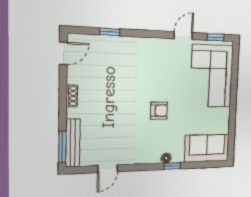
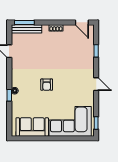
door: (183, 36) -> (96, 84), moved
sofa: (207, 148) -> (32, 127), moved, turned -90

